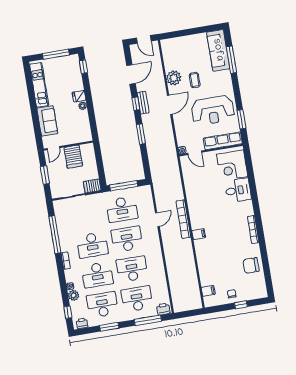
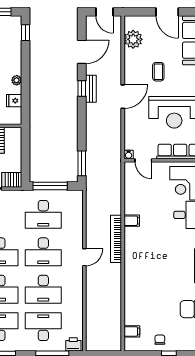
door: (194, 31) -> (167, 12), added
plant: (174, 78) -> (133, 39), moved
fridge: (79, 96) -> (14, 101), moved
window: (141, 134) -> (82, 163), moved
door: (157, 220) -> (84, 257), moved
filing cabinet: (199, 234) -> (132, 221), moved
desk: (127, 239) -> (43, 252), turned 180
desk: (132, 269) -> (43, 289), turned 180

